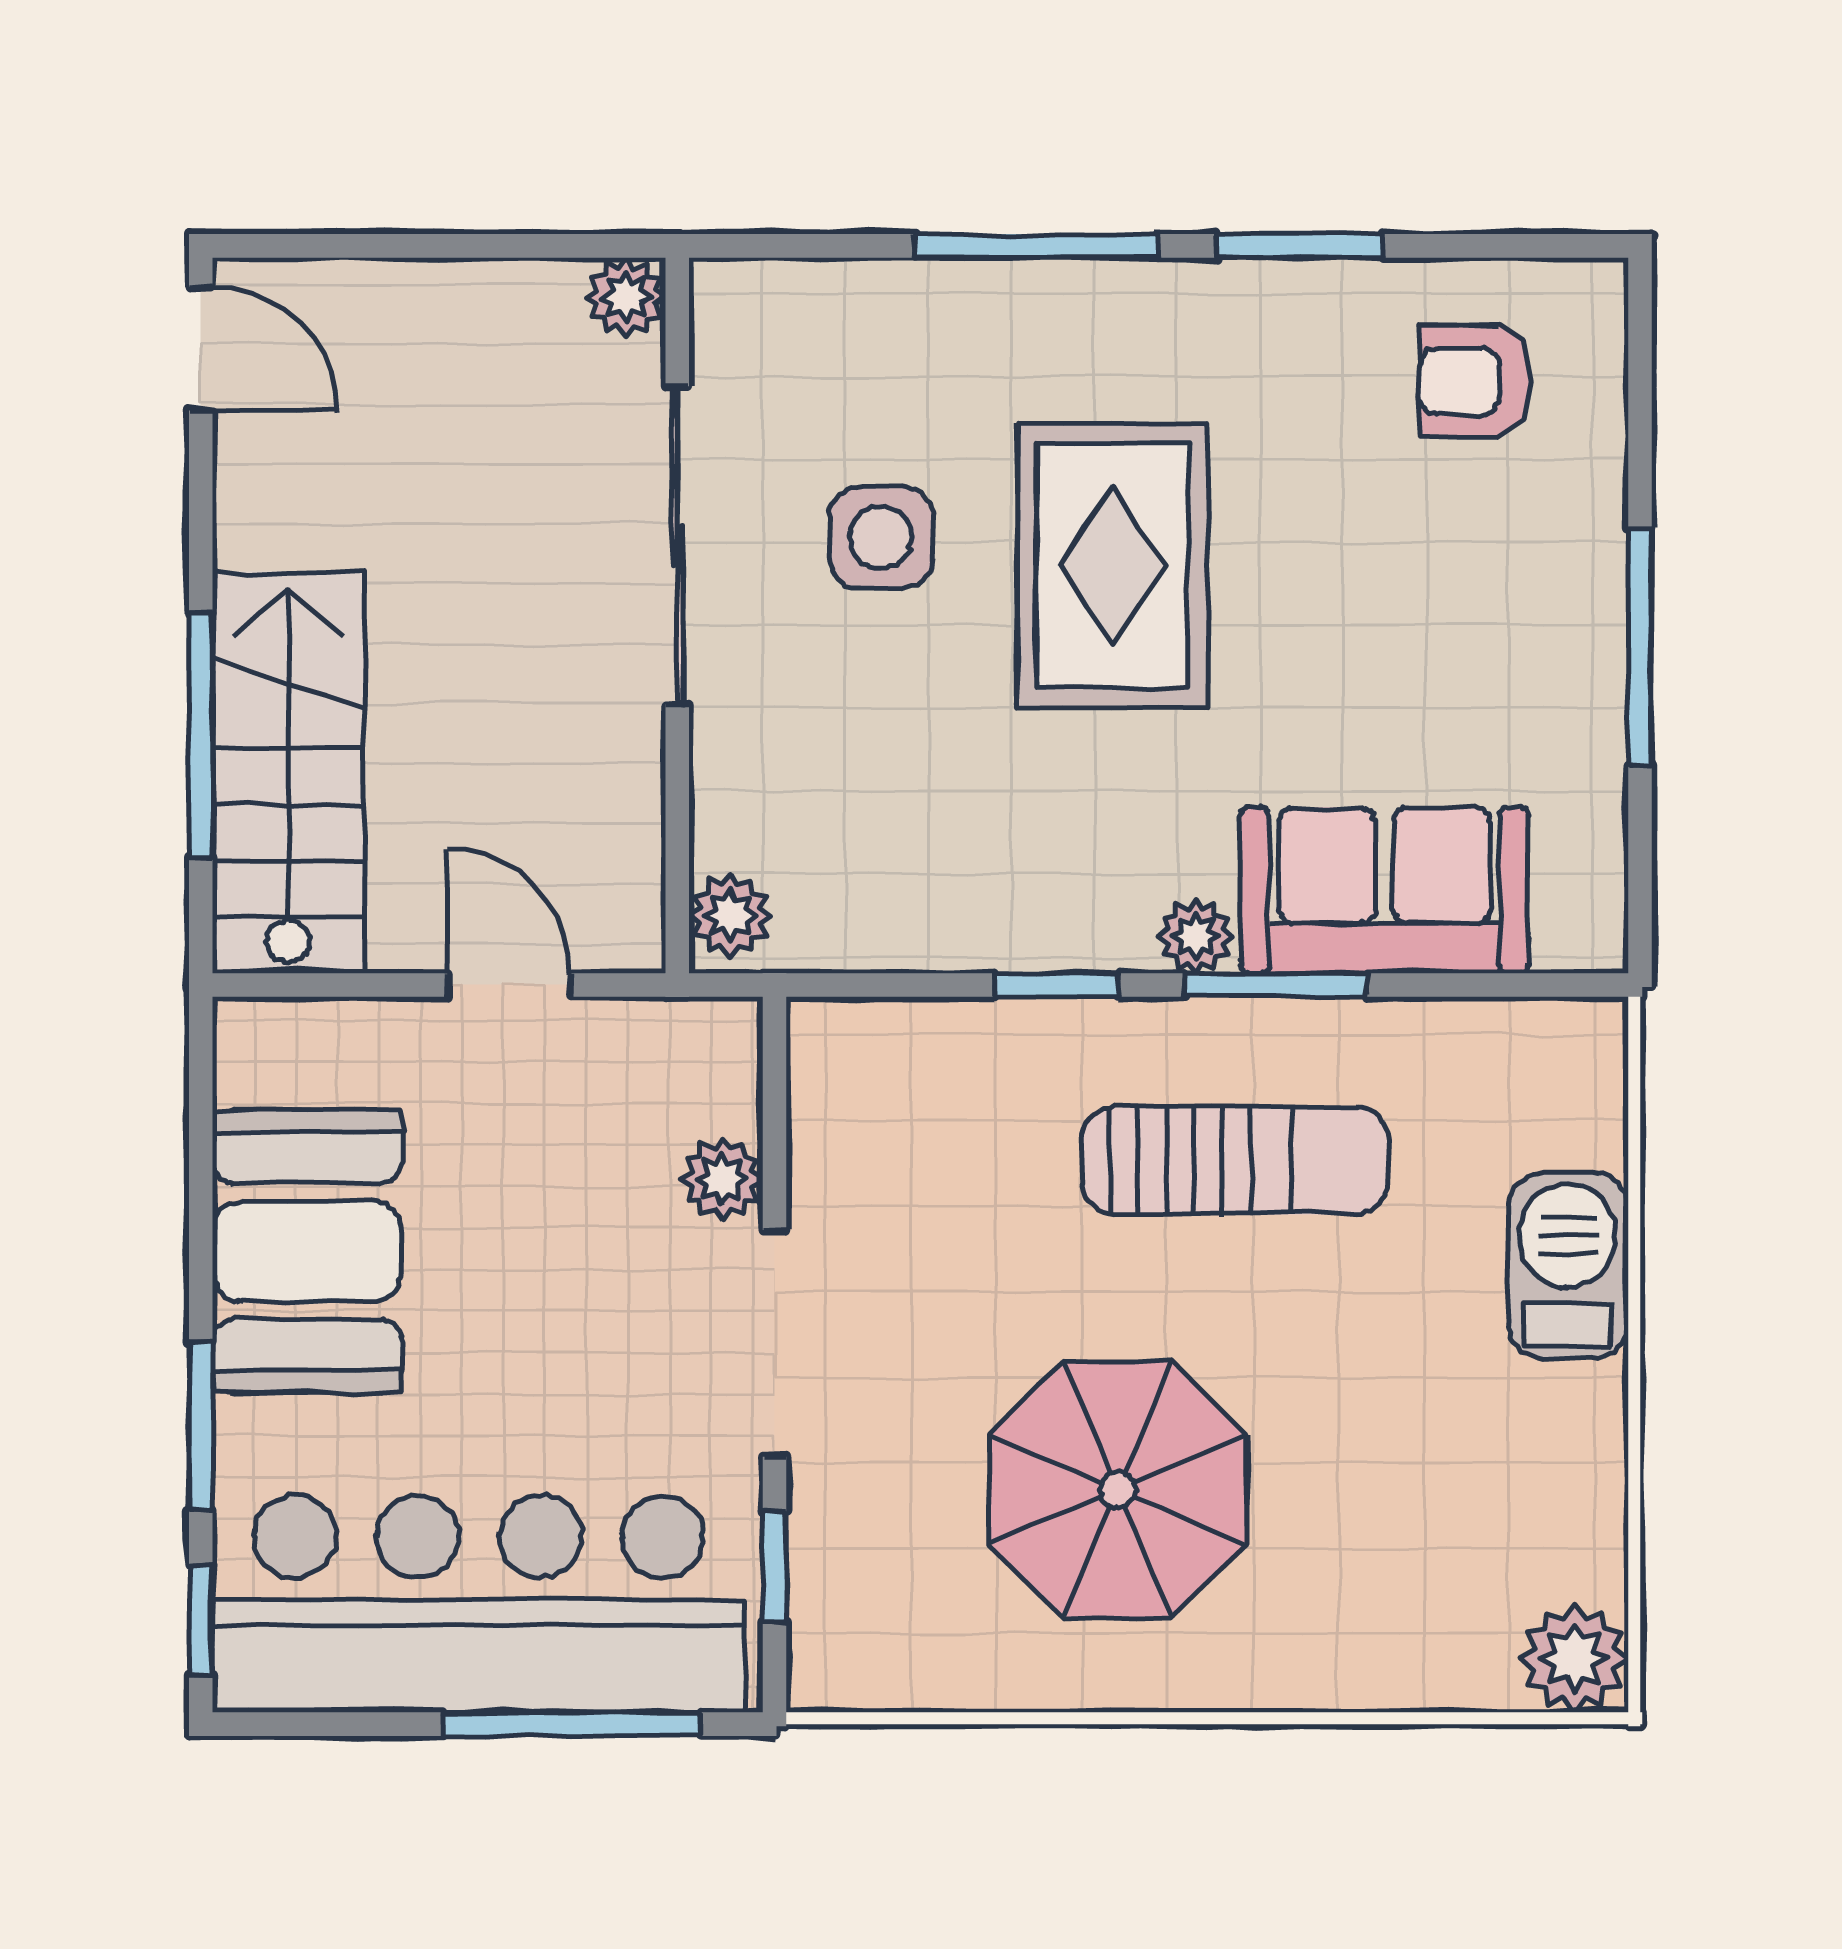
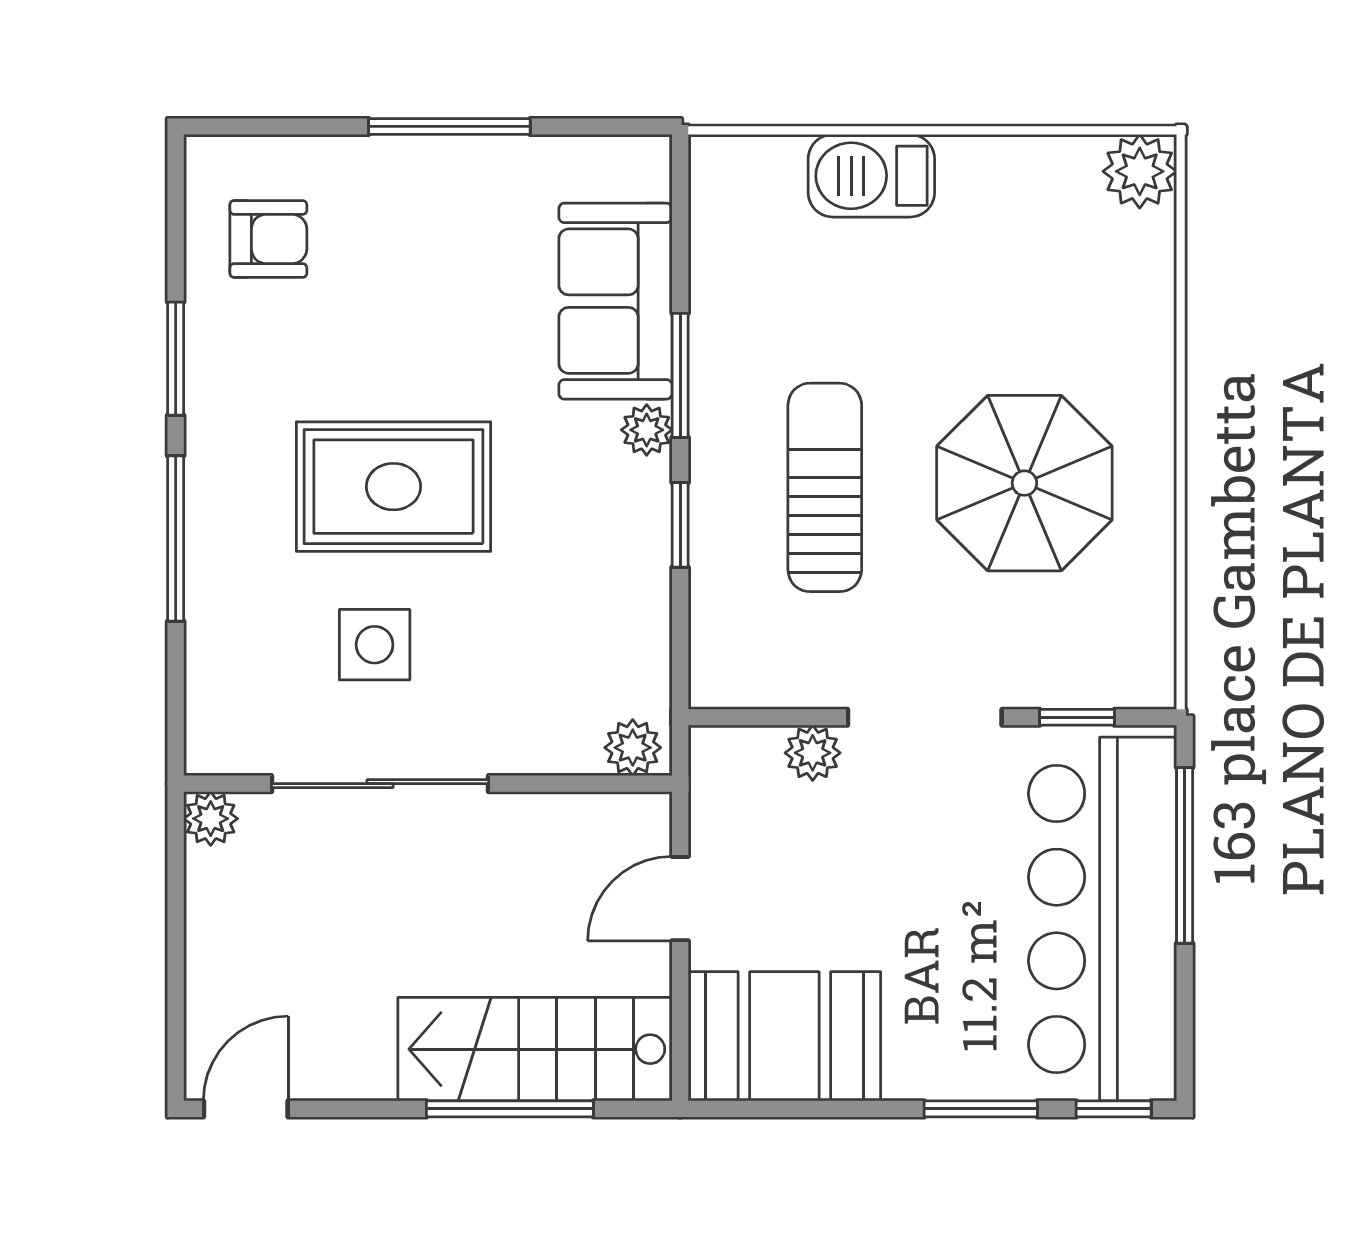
armchair: (1475, 382) -> (268, 239), turned -90
sun lounger: (1235, 1161) -> (825, 487), moved
booth: (307, 1251) -> (784, 1036), moved

